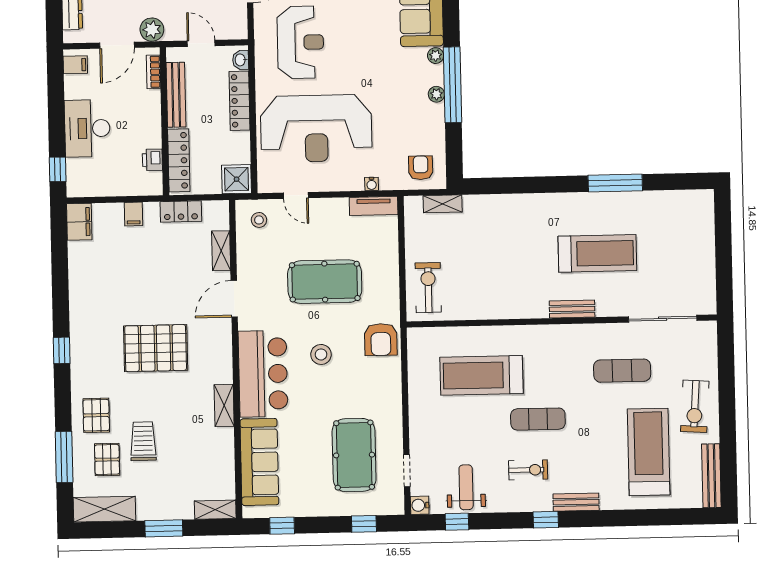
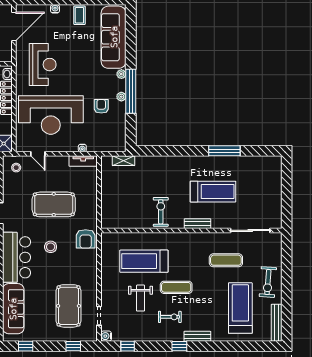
armchair: (421, 168) -> (101, 106), moved
exercise bike: (428, 288) -> (161, 212), moved
weight bench: (466, 487) -> (141, 298), moved, turned 180

